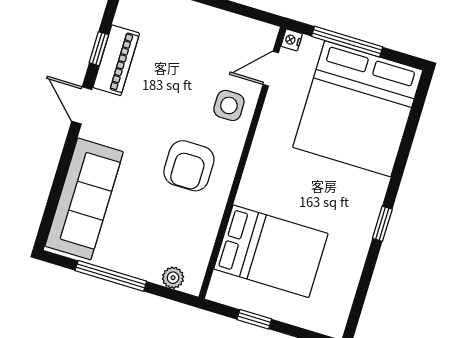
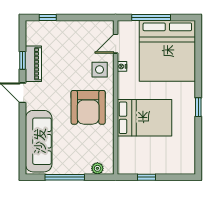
nightstand: (292, 40) -> (122, 66), moved
armchair: (189, 166) -> (88, 107), width x1.36, depth x1.36
bed: (271, 251) -> (144, 118), moved

